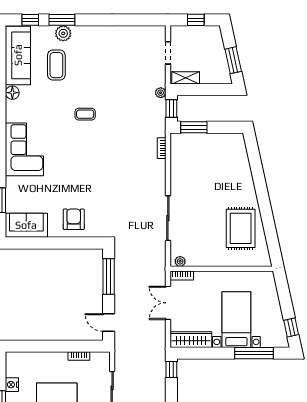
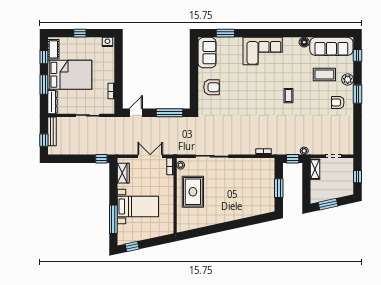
window: (62, 20) -> (357, 94), moved
armchair: (94, 47) -> (338, 102), added
window: (194, 127) -> (279, 188), moved
rug: (241, 228) -> (193, 192), moved, turned 90
wardrobe: (191, 340) -> (123, 173), width x0.67
nightstand: (12, 385) -> (107, 42), moved

